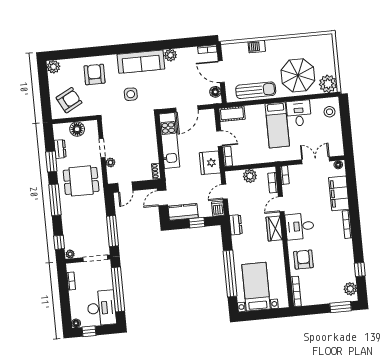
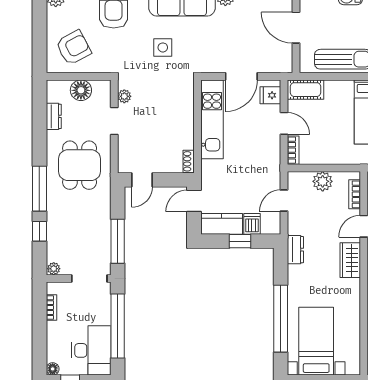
floor lamp: (215, 92) -> (285, 56), removed
window: (51, 162) -> (39, 133), removed
plant: (110, 162) -> (124, 96), moved
fridge: (210, 163) -> (270, 95), moved, width x0.53, depth x0.75
dining table: (81, 181) -> (80, 165), turned 90
dishwasher: (218, 209) -> (252, 224), moved
window: (59, 242) -> (39, 231), moved

